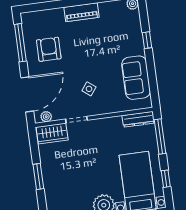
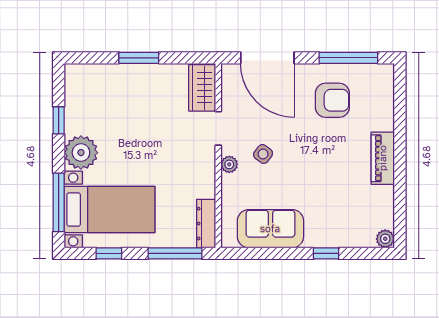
plant: (46, 117) -> (229, 164), moved

